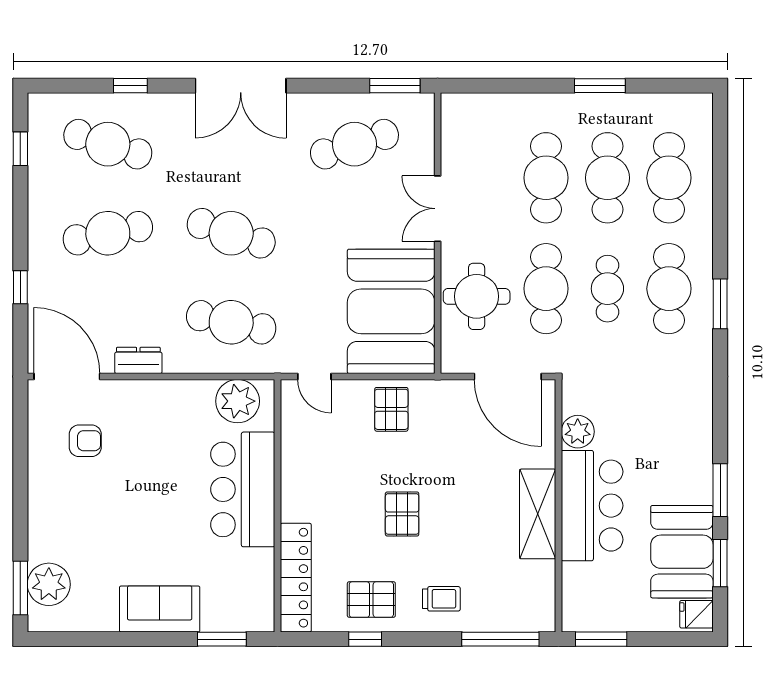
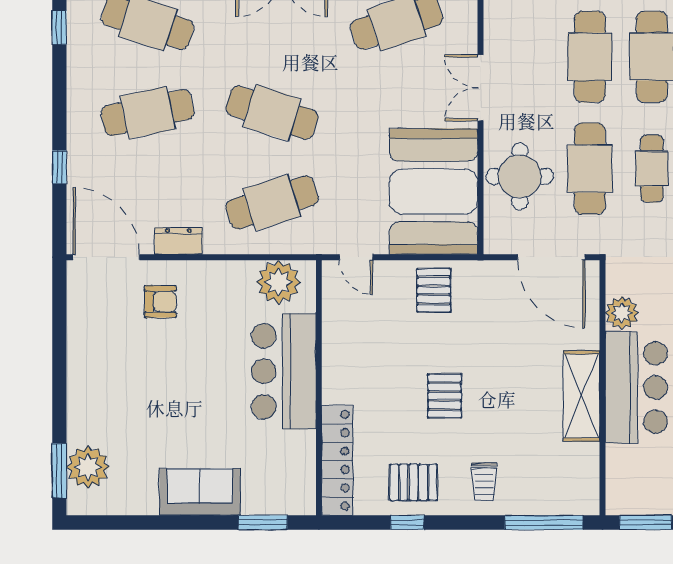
cafe table: (231, 322) -> (272, 203), turned -30
armchair: (85, 441) -> (160, 302), moved
trolley: (441, 599) -> (484, 482), turned 90

